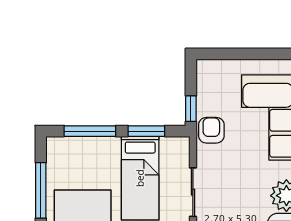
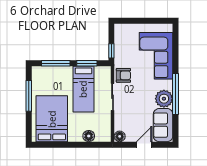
armchair: (211, 130) -> (123, 75), moved, turned 90

